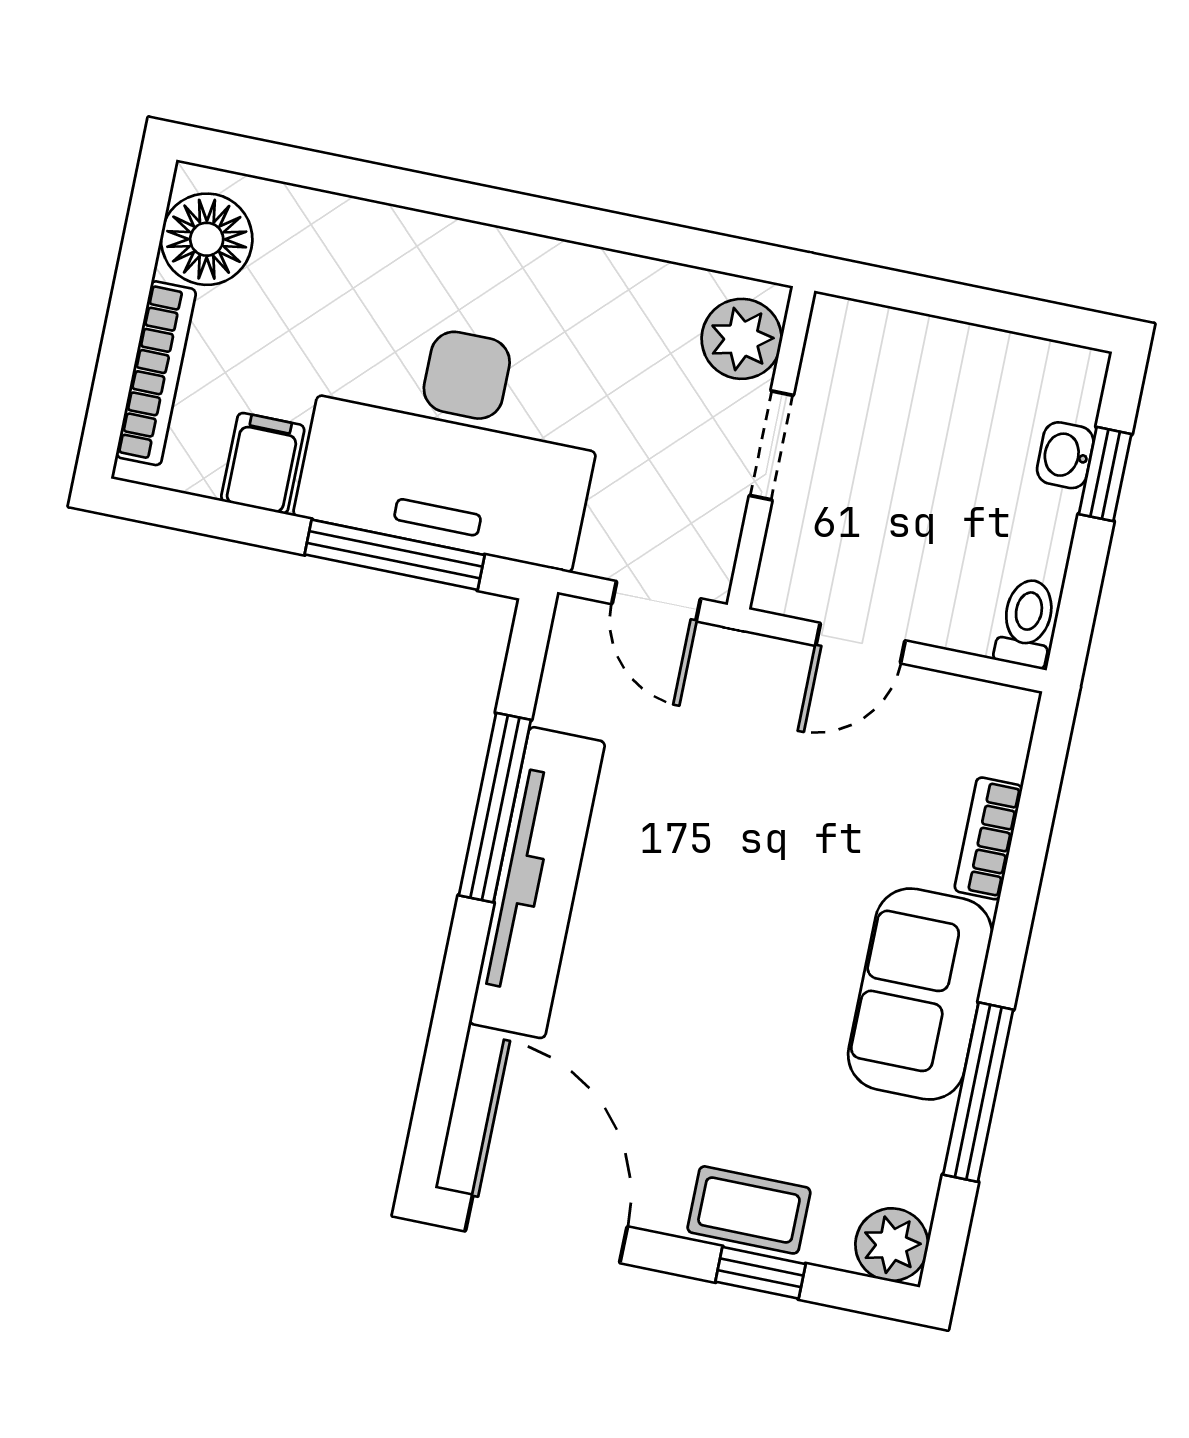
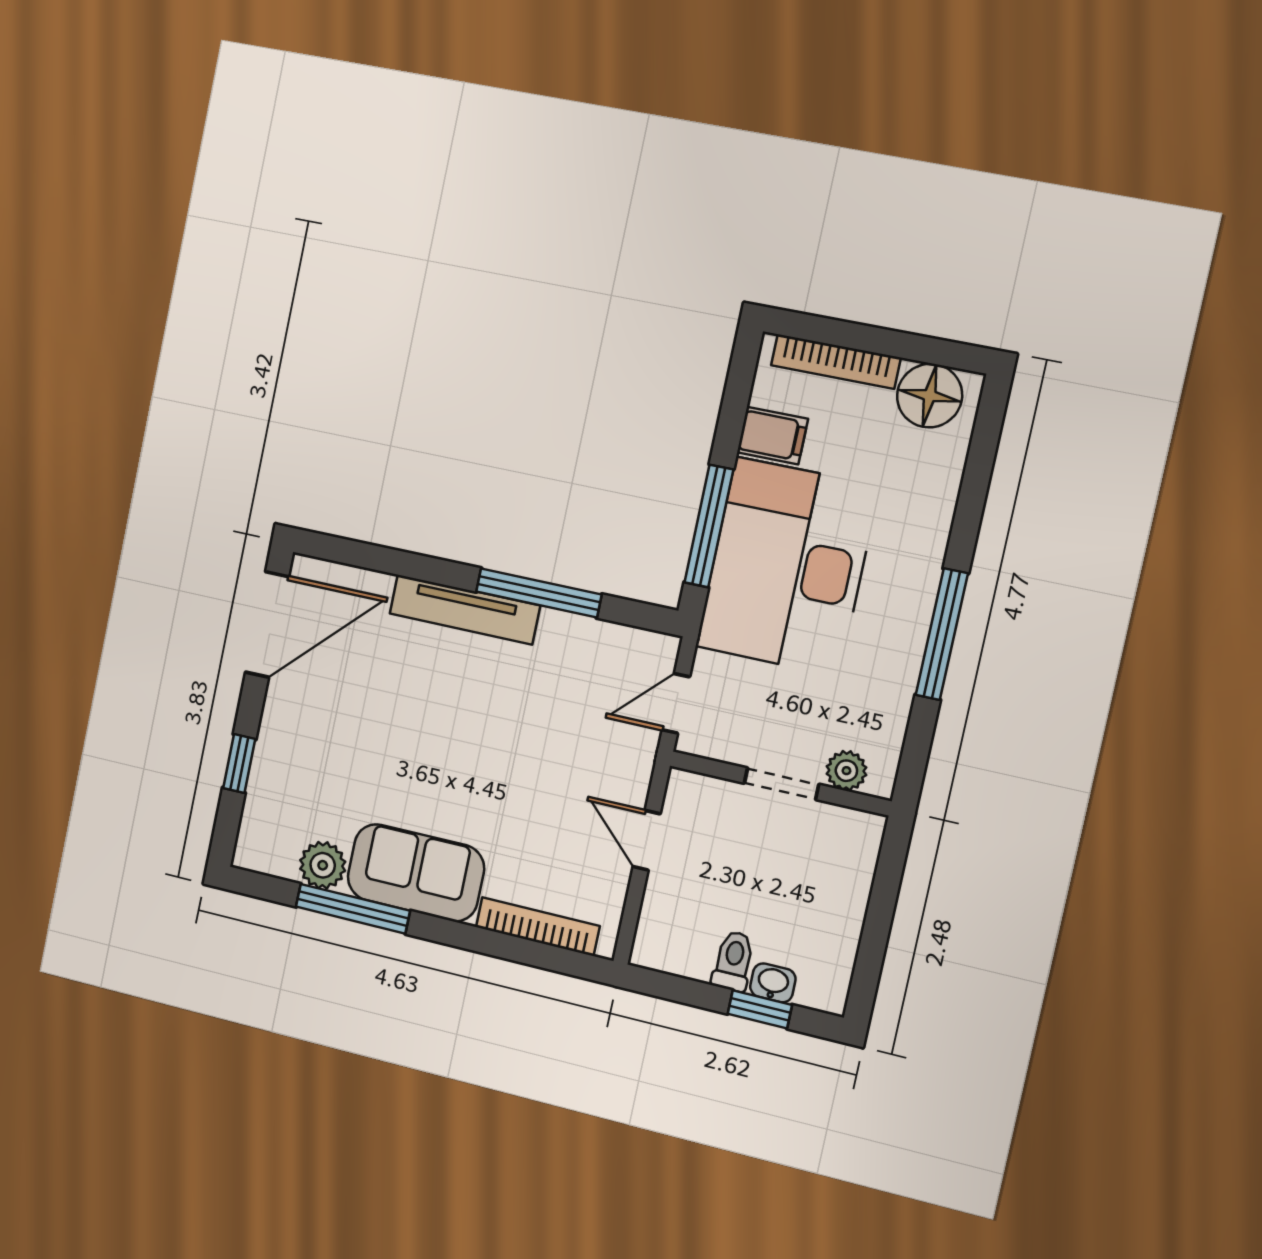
window: (550, 218) -> (942, 634), added
plant: (742, 339) -> (846, 771), width x0.73, depth x0.73
toilet: (1027, 623) -> (733, 961), moved, turned -90
bookcase: (988, 838) -> (538, 927), width x1.56
tv unit: (537, 883) -> (465, 610), width x0.73, depth x0.78
coffee table: (749, 1210) -> (279, 757), removed
plant: (892, 1245) -> (323, 865), moved

